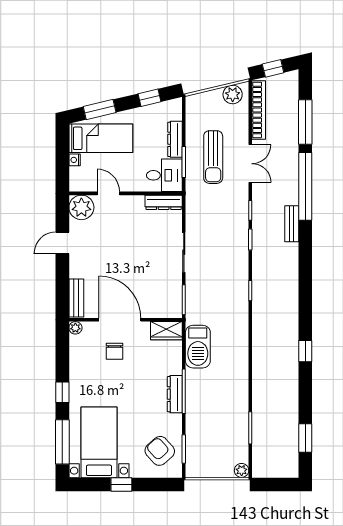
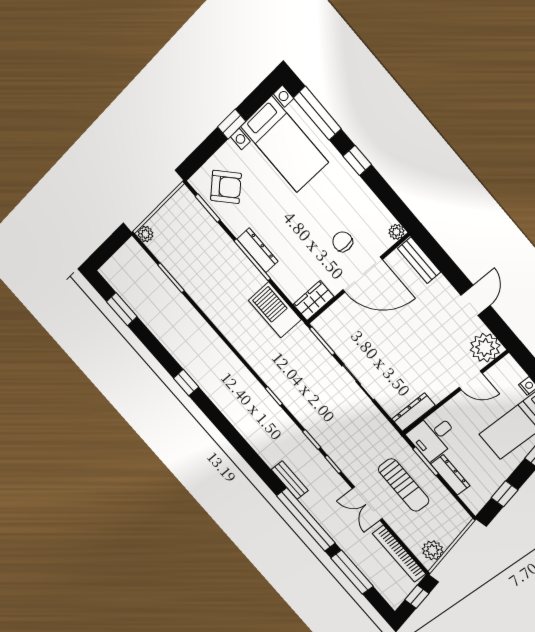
sun lounger: (213, 157) -> (404, 485), turned 180

